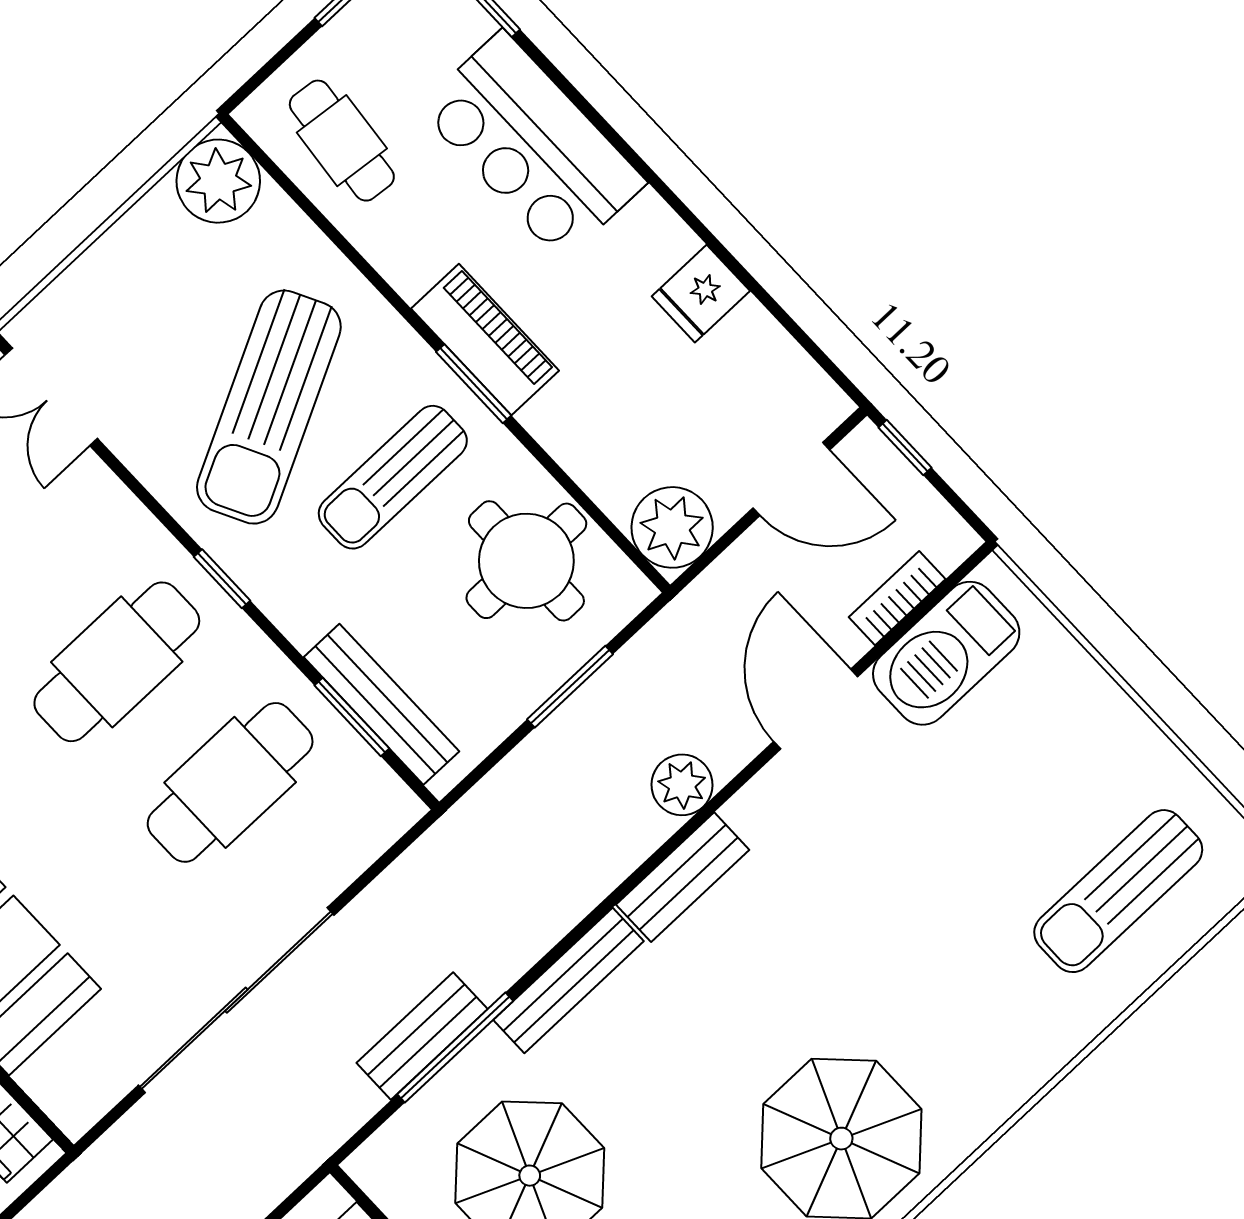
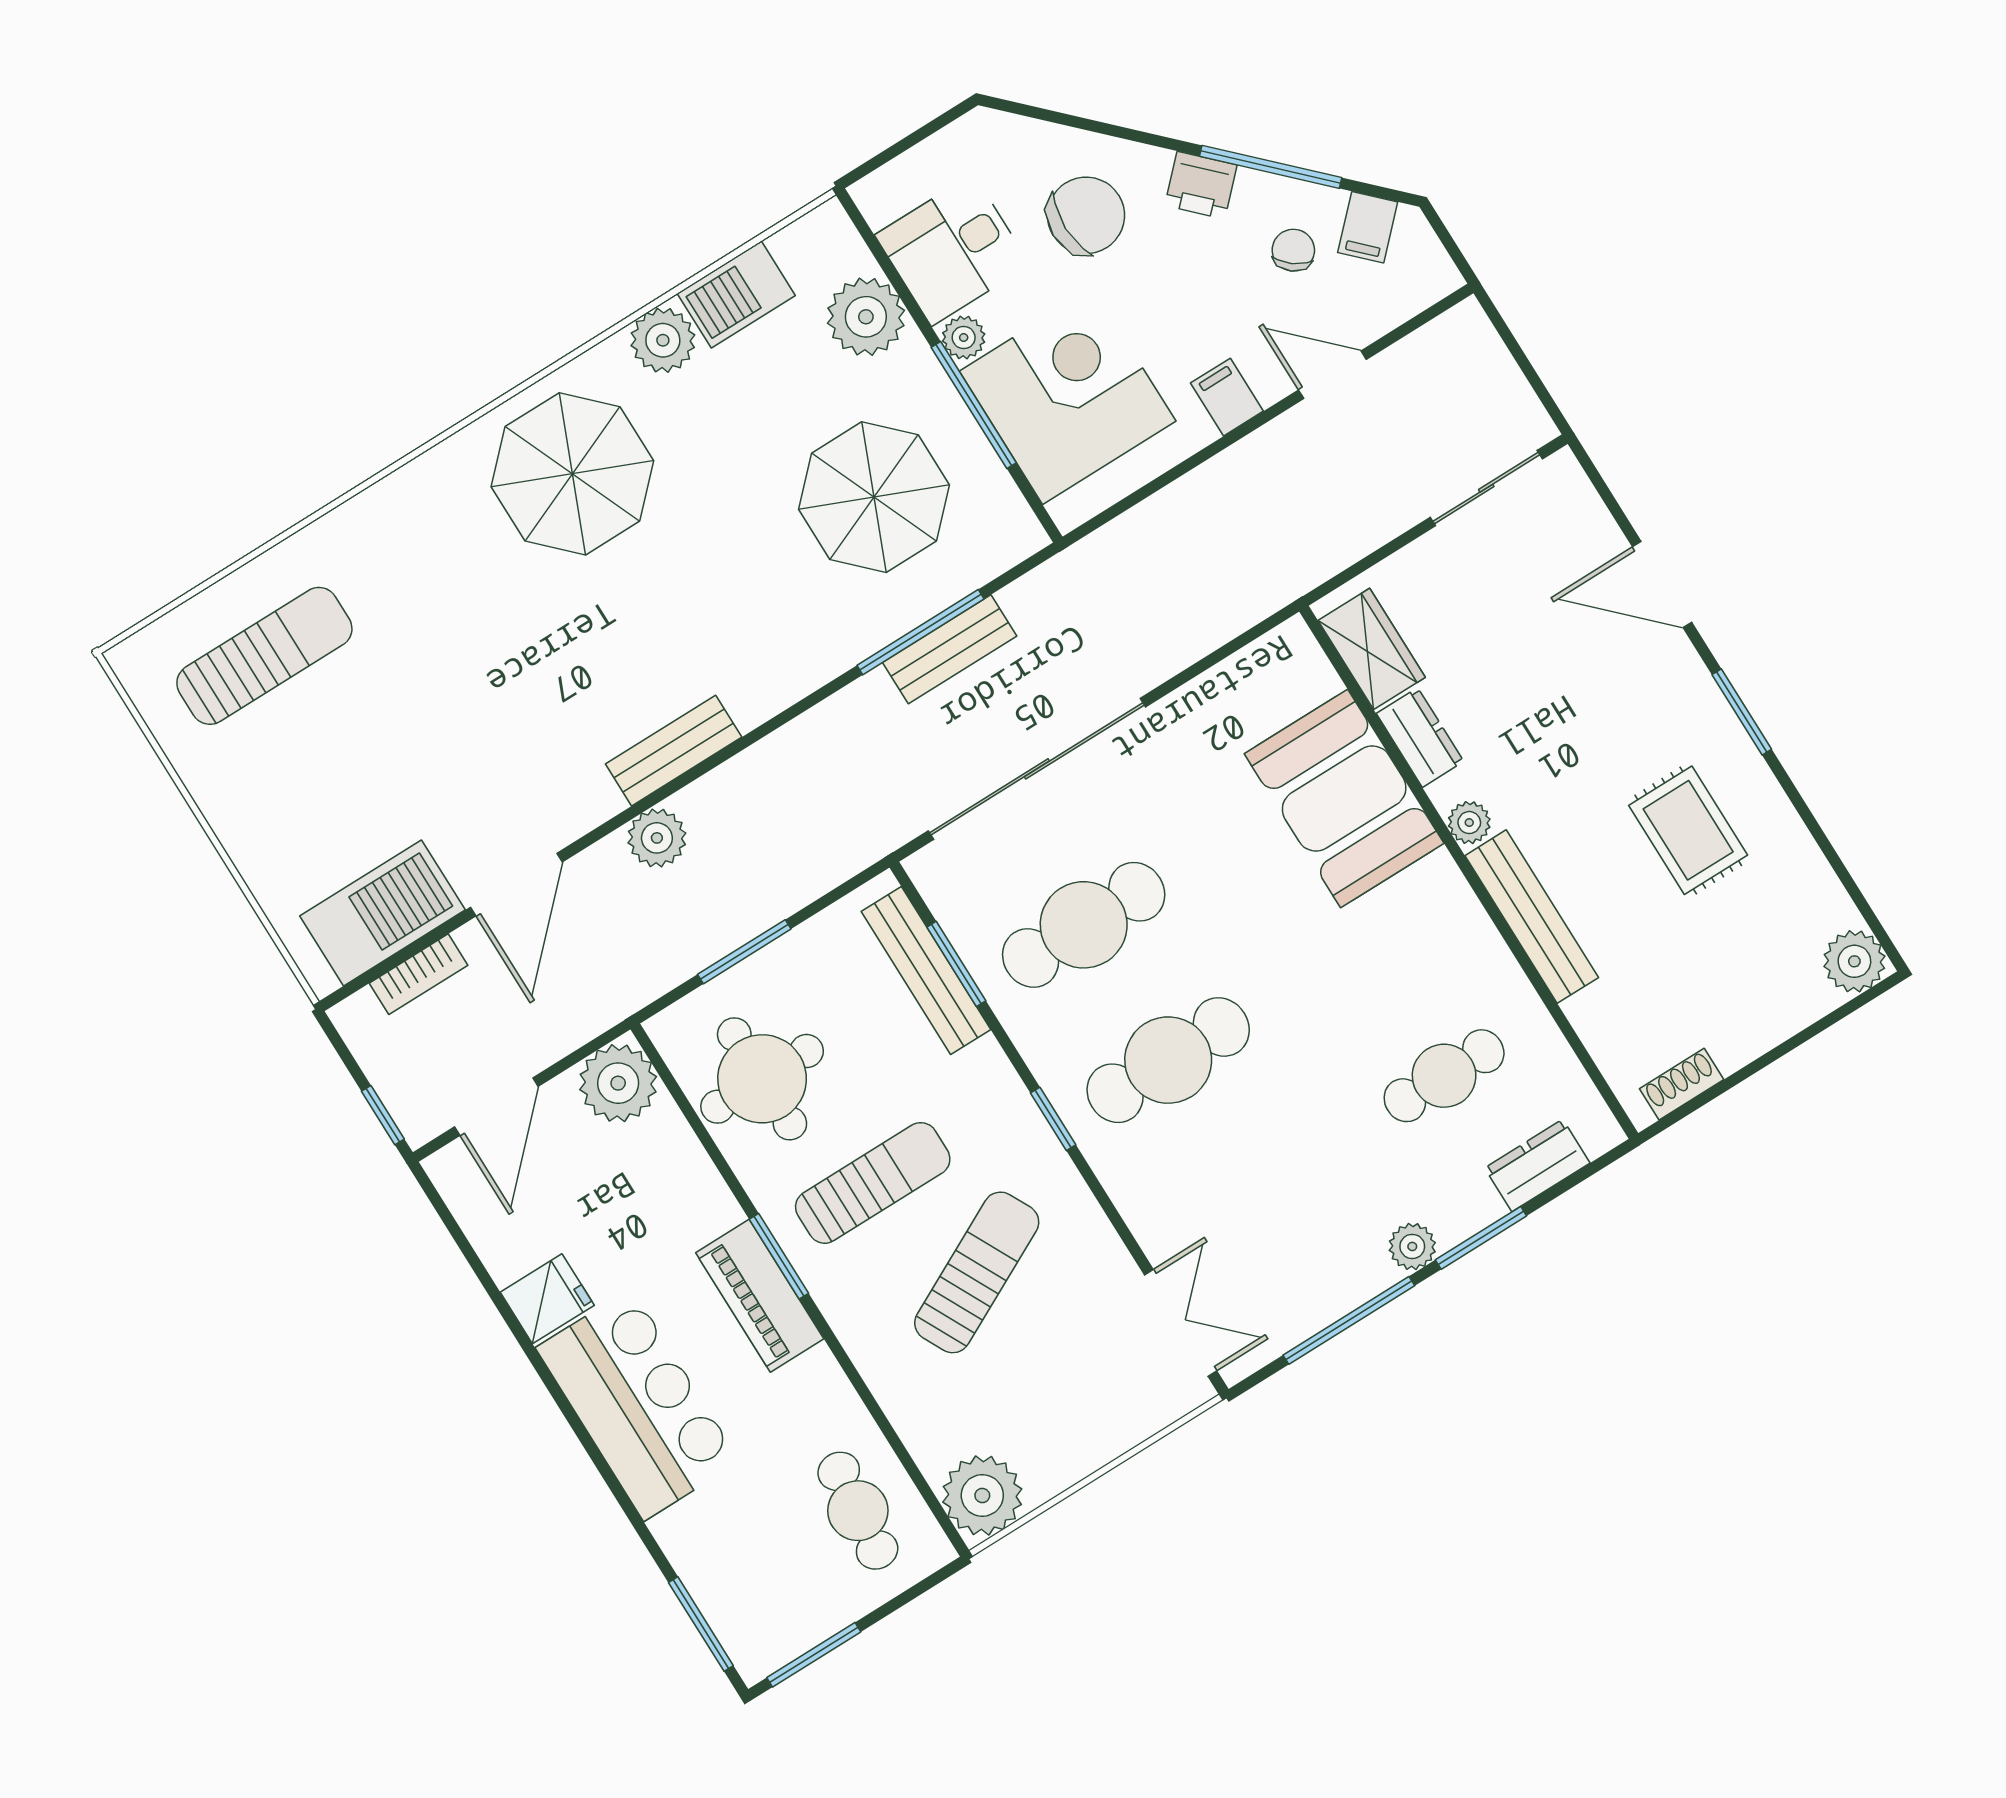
bar counter: (532, 145) -> (638, 1405), moved
sun lounger: (269, 407) -> (977, 1272), width x0.73, depth x0.75
door: (791, 479) -> (496, 1107), swing flipped
bench: (568, 981) -> (801, 674), removed
sliding door: (236, 1000) -> (1037, 769), moved

